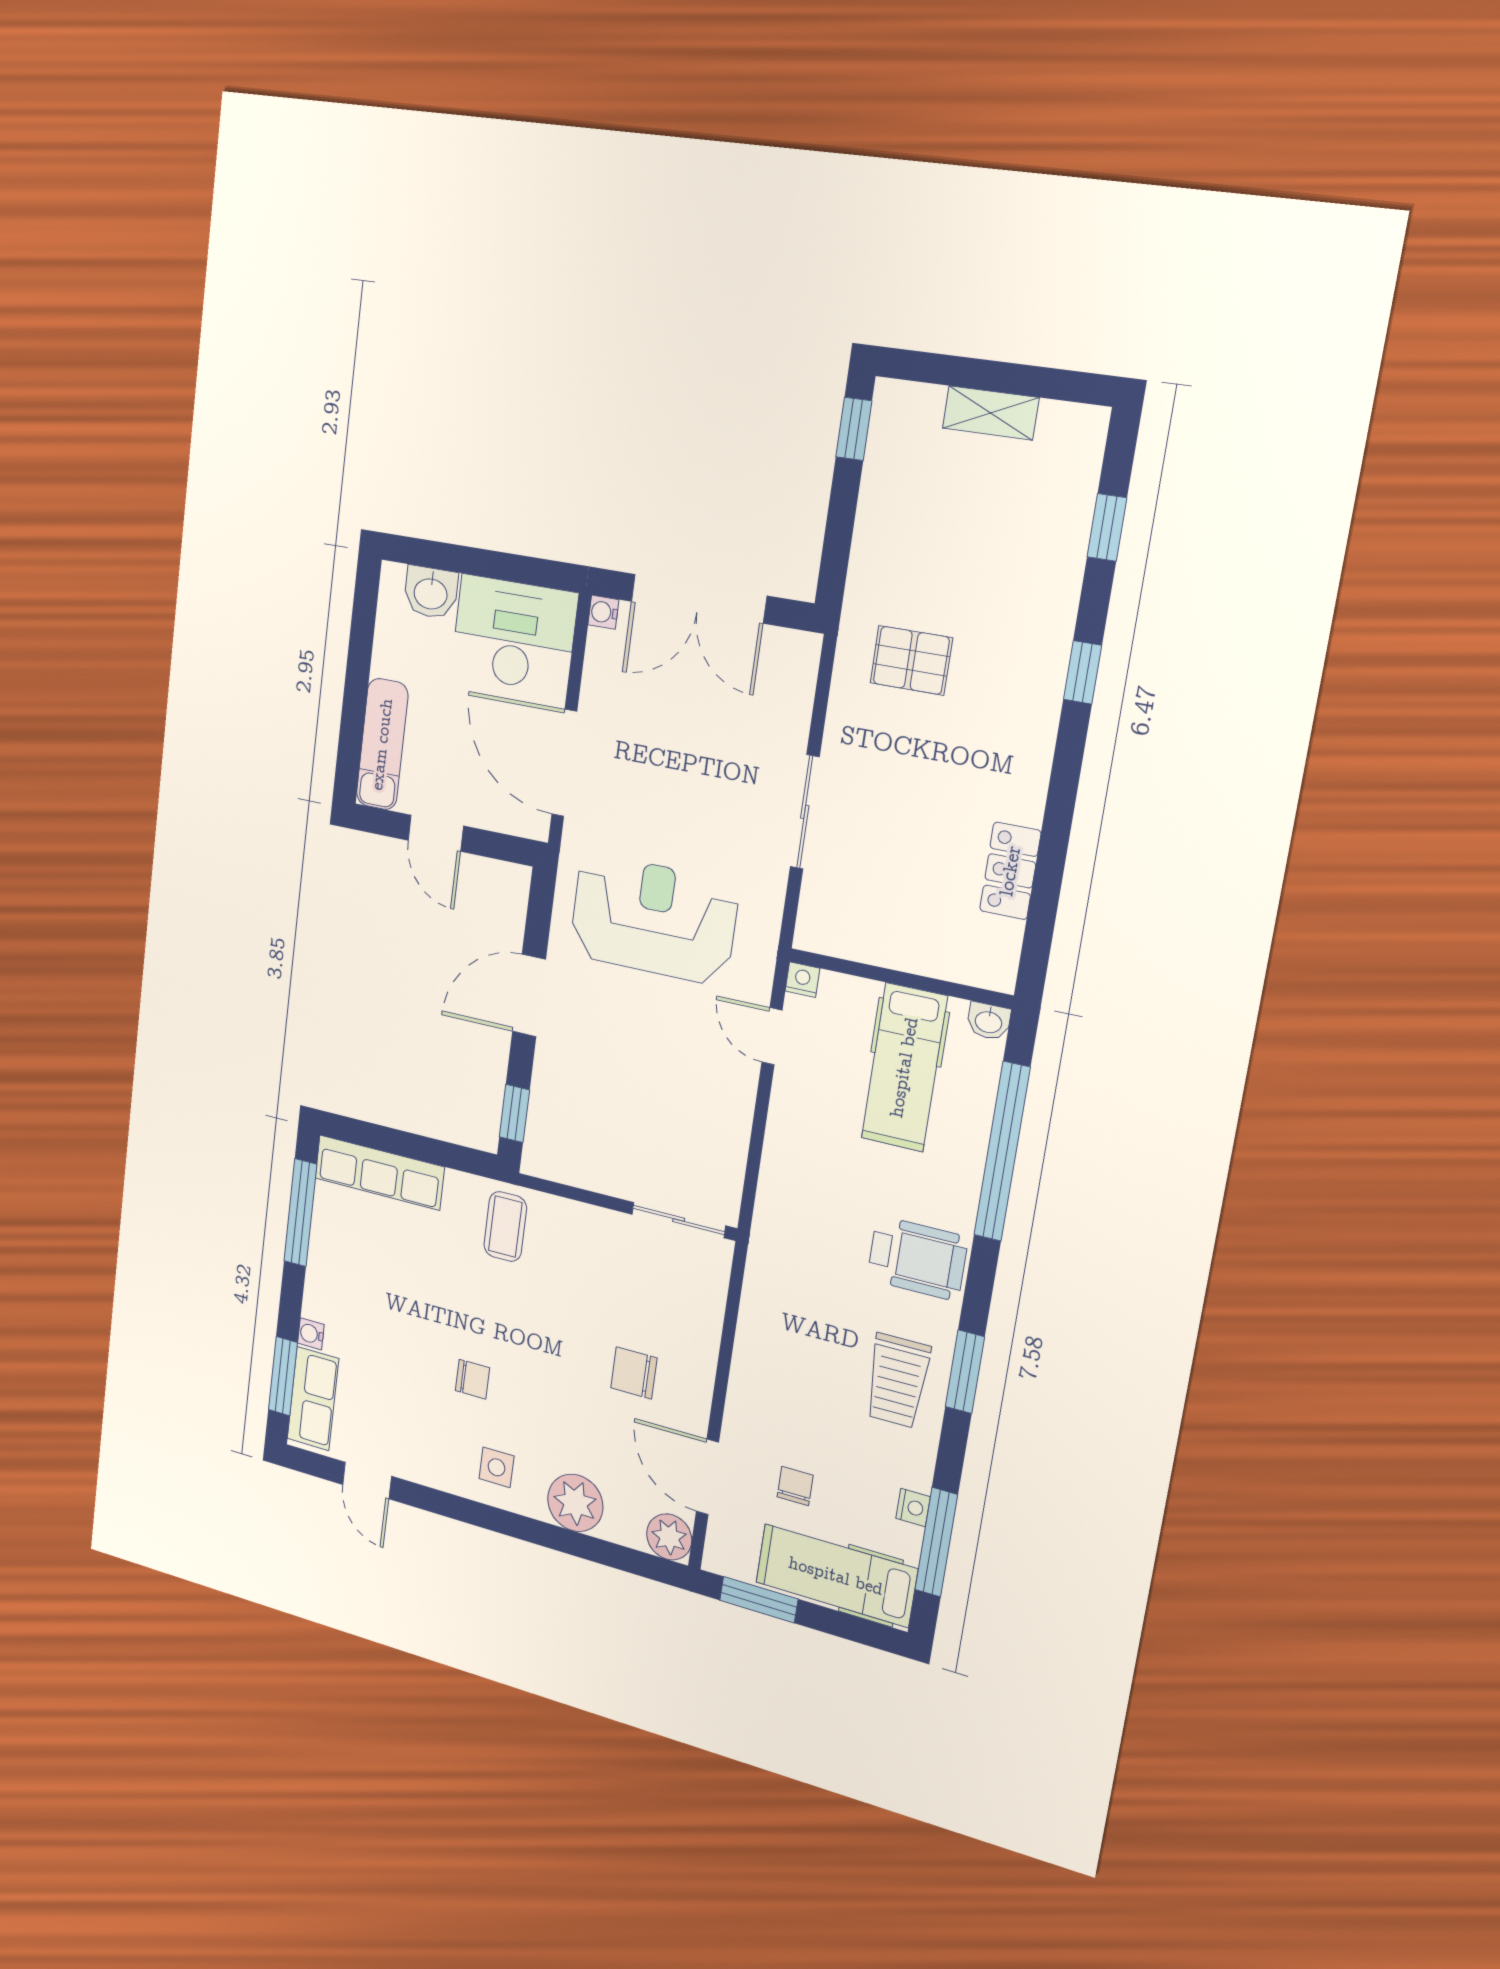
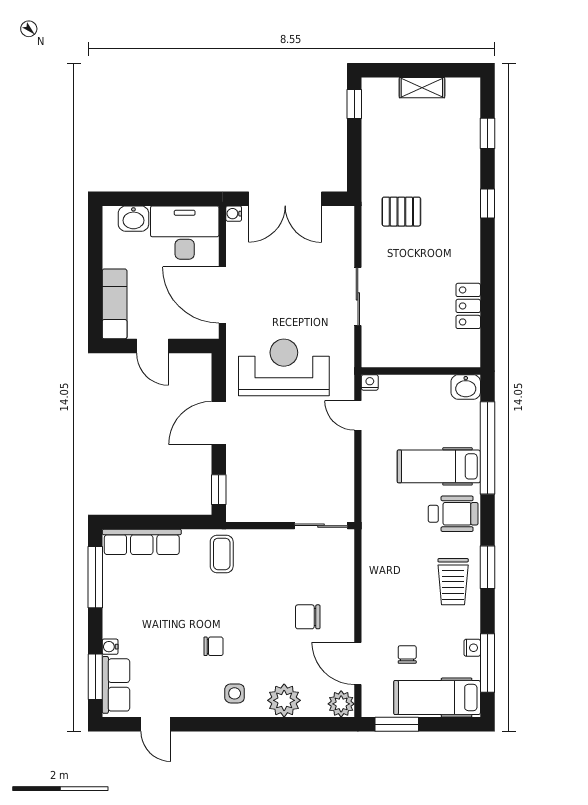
washbasin: (989, 1021) -> (466, 387), width x1.38, depth x1.45
hospital bed: (904, 1067) -> (439, 466), moved, turned 90

